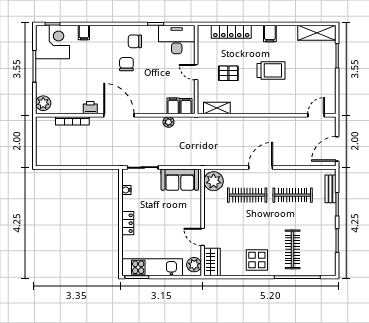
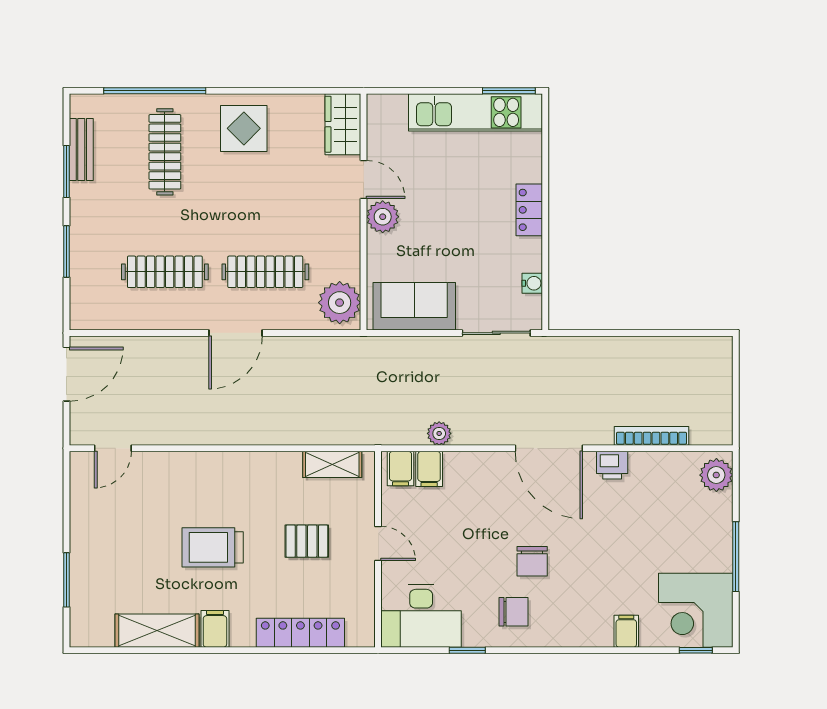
shelving: (317, 33) -> (157, 631), moved
bench: (330, 189) -> (81, 149), moved
plant: (194, 265) -> (383, 217), moved

